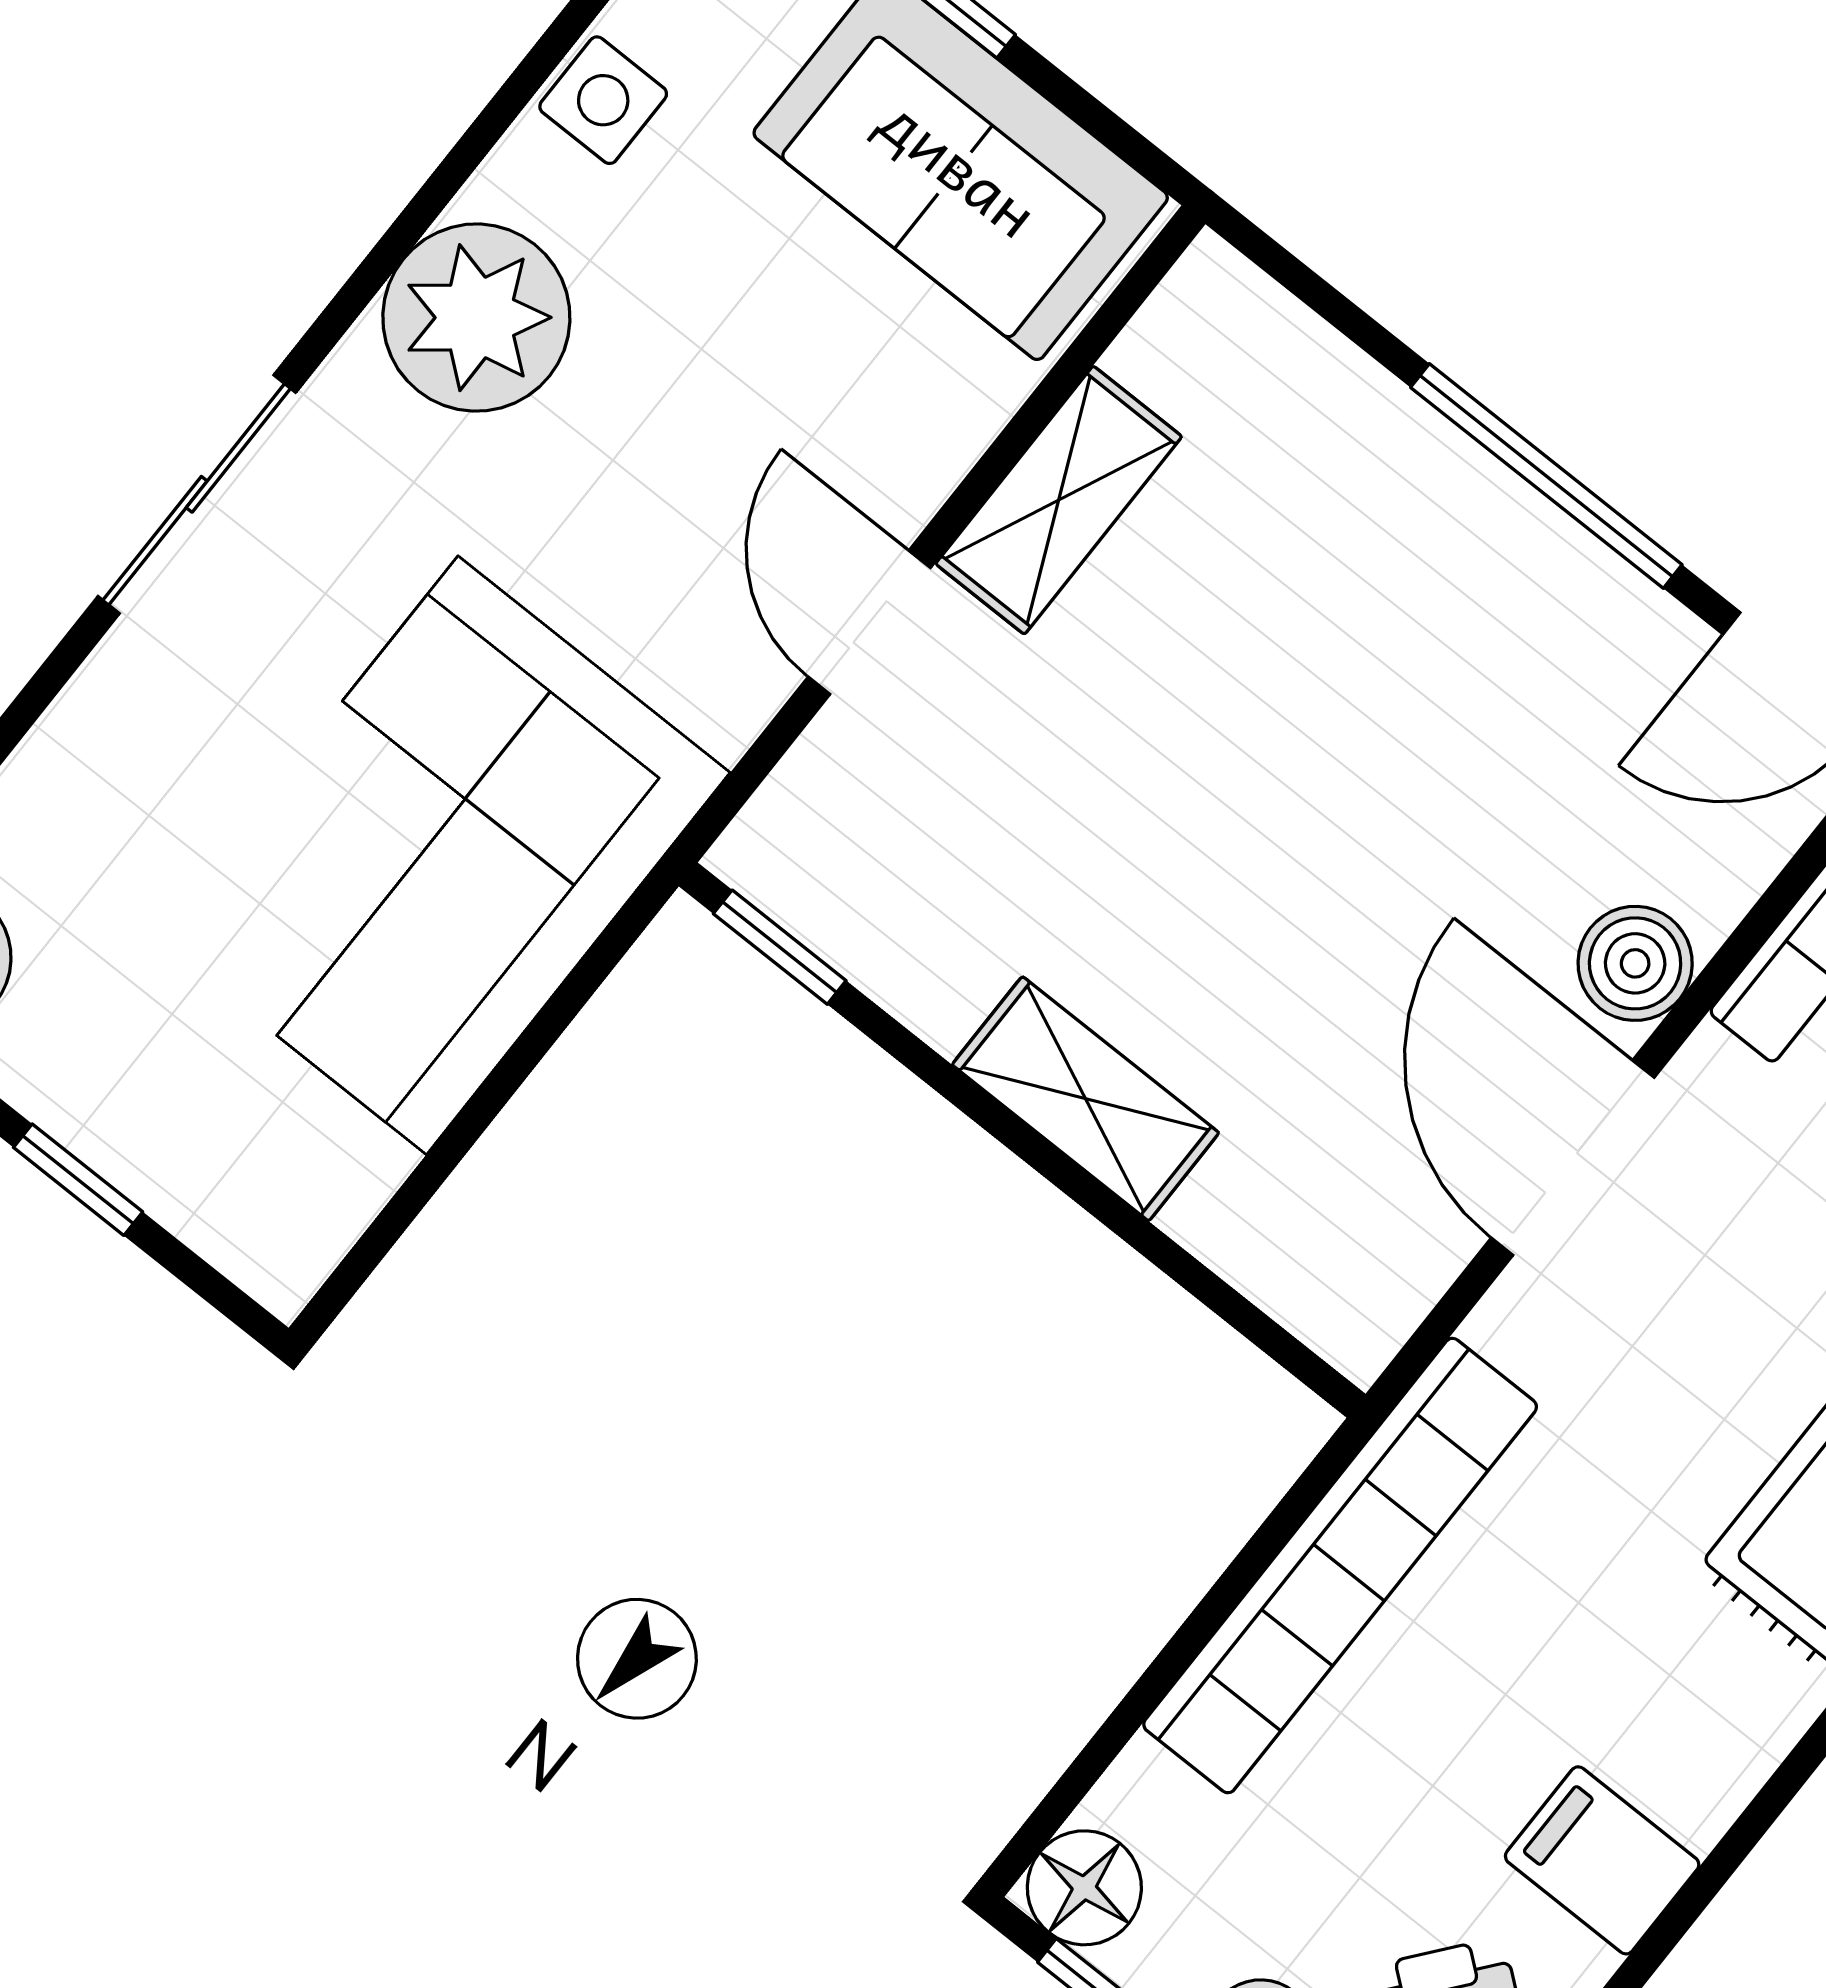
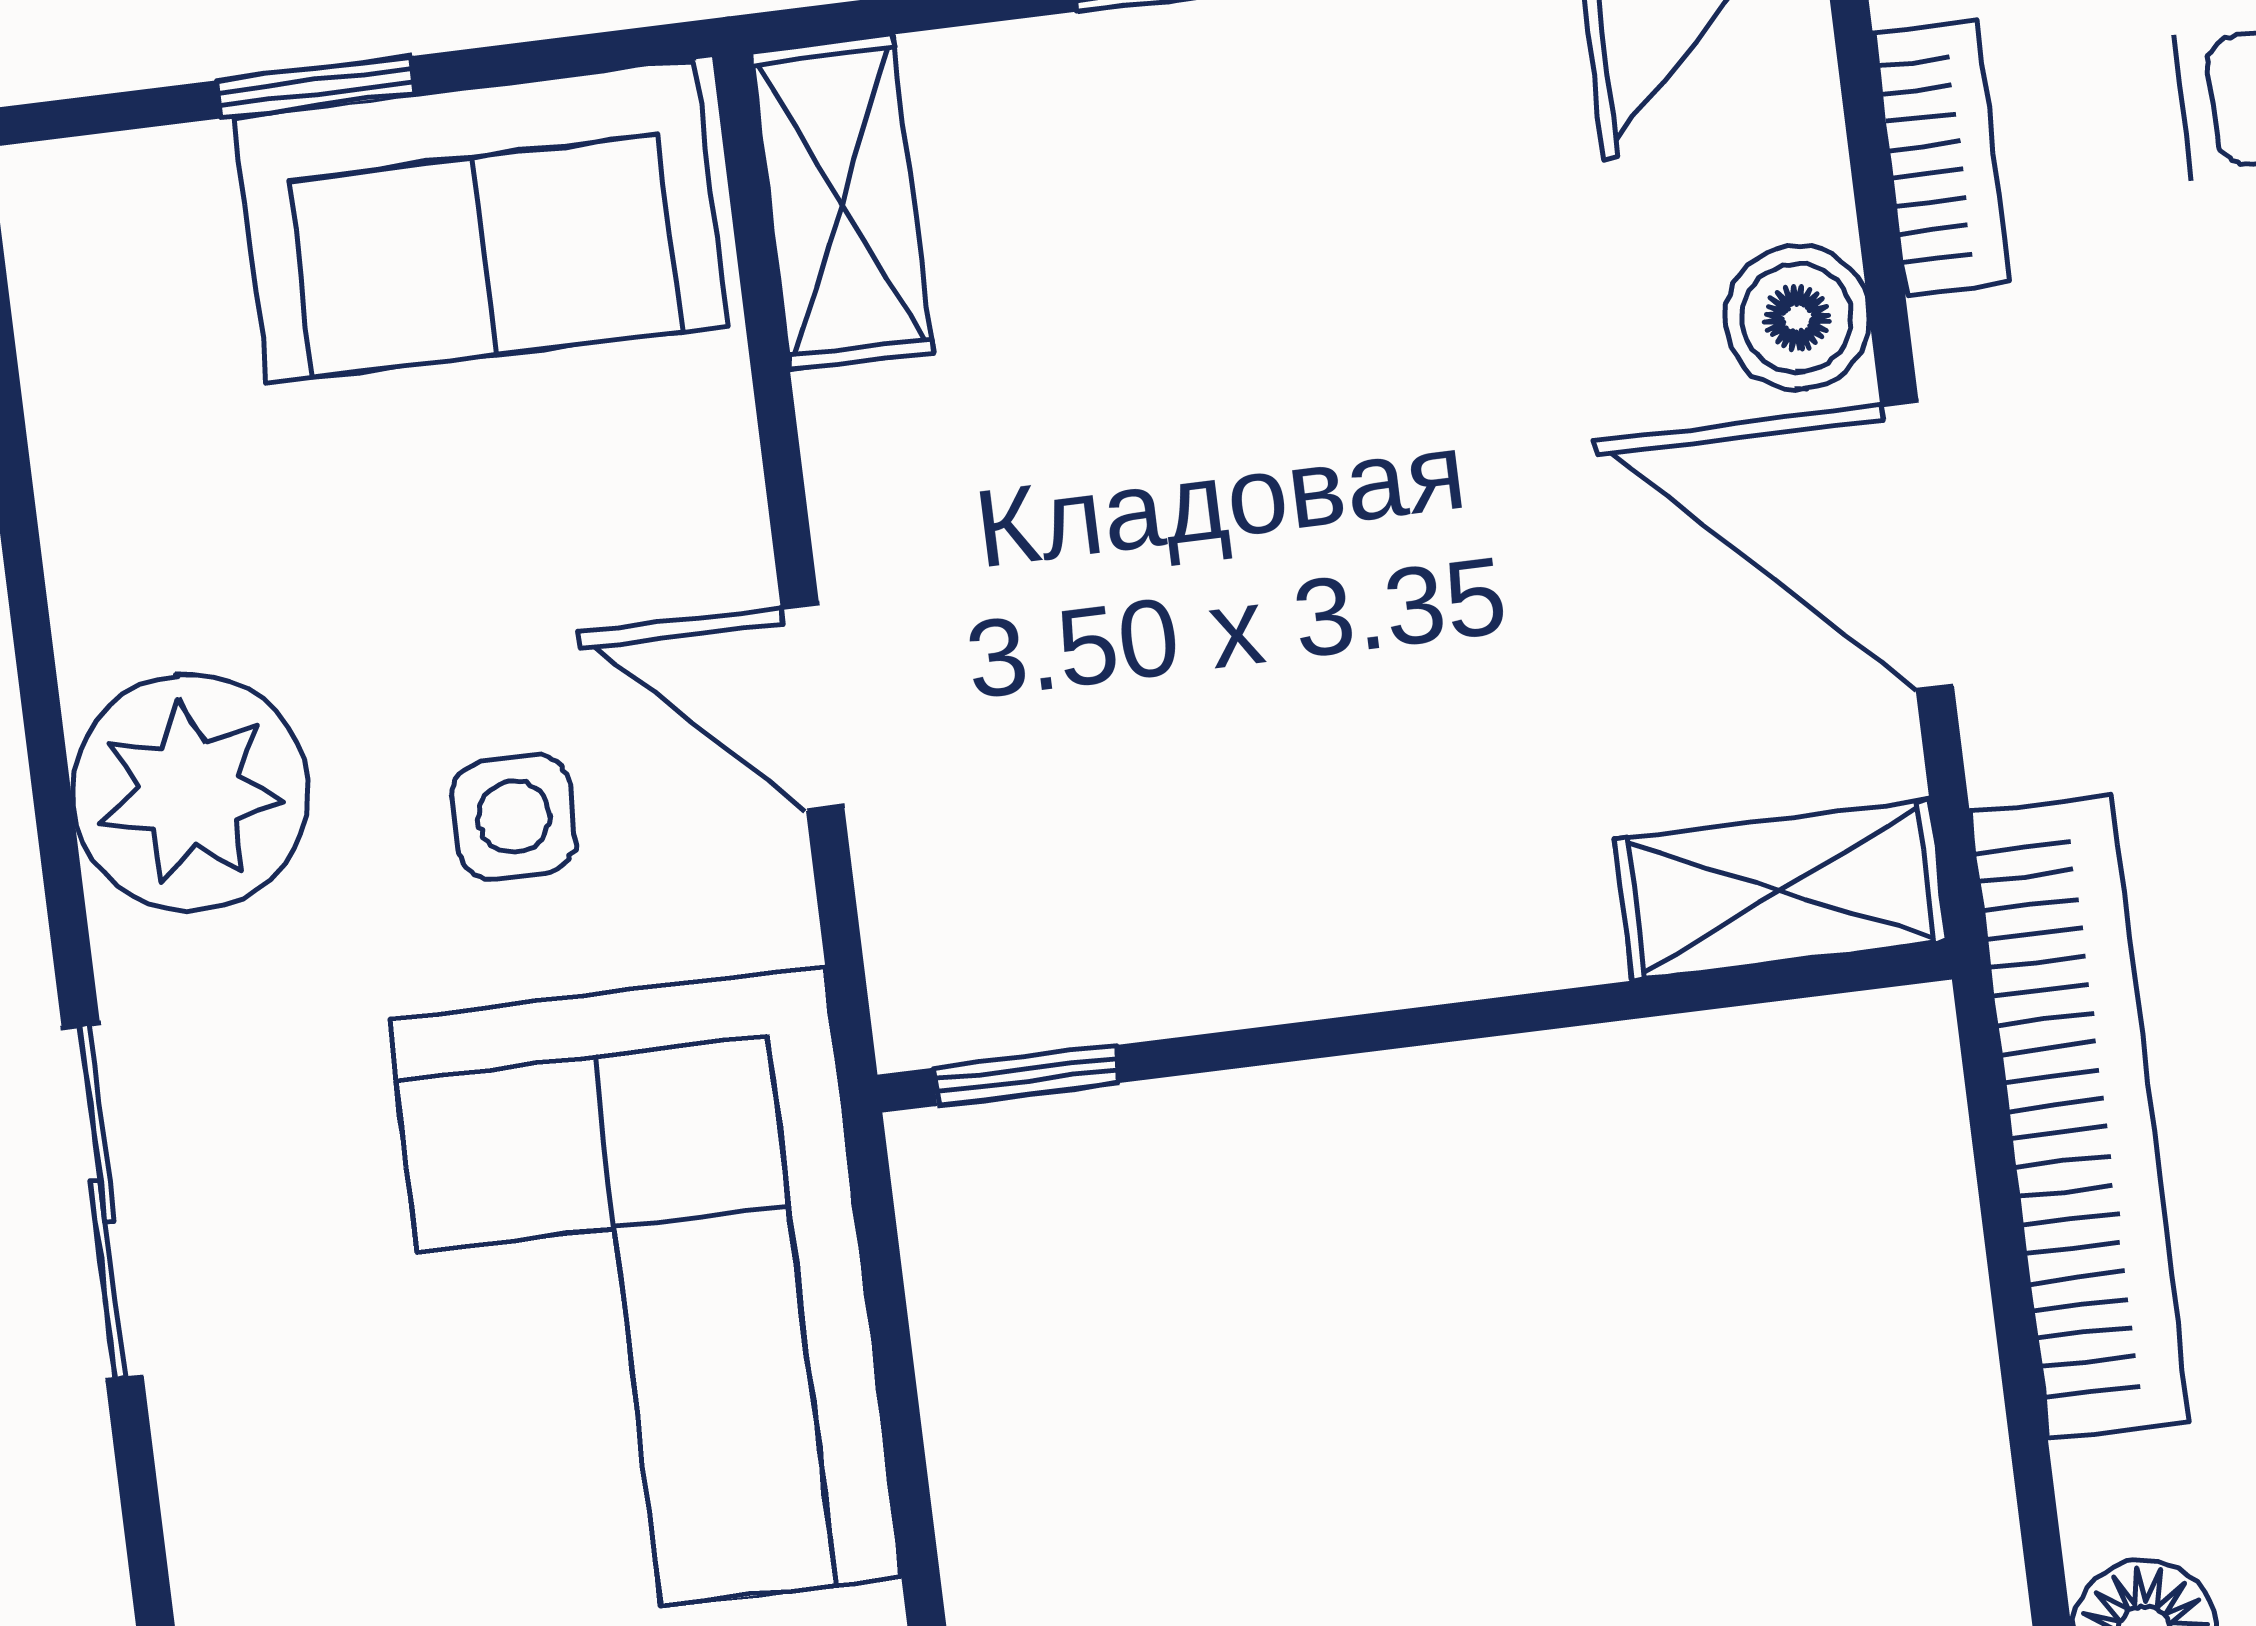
side table: (603, 100) -> (514, 817), moved
shelving: (1059, 500) -> (841, 202), moved
shelving: (1085, 1099) -> (1781, 890), moved

